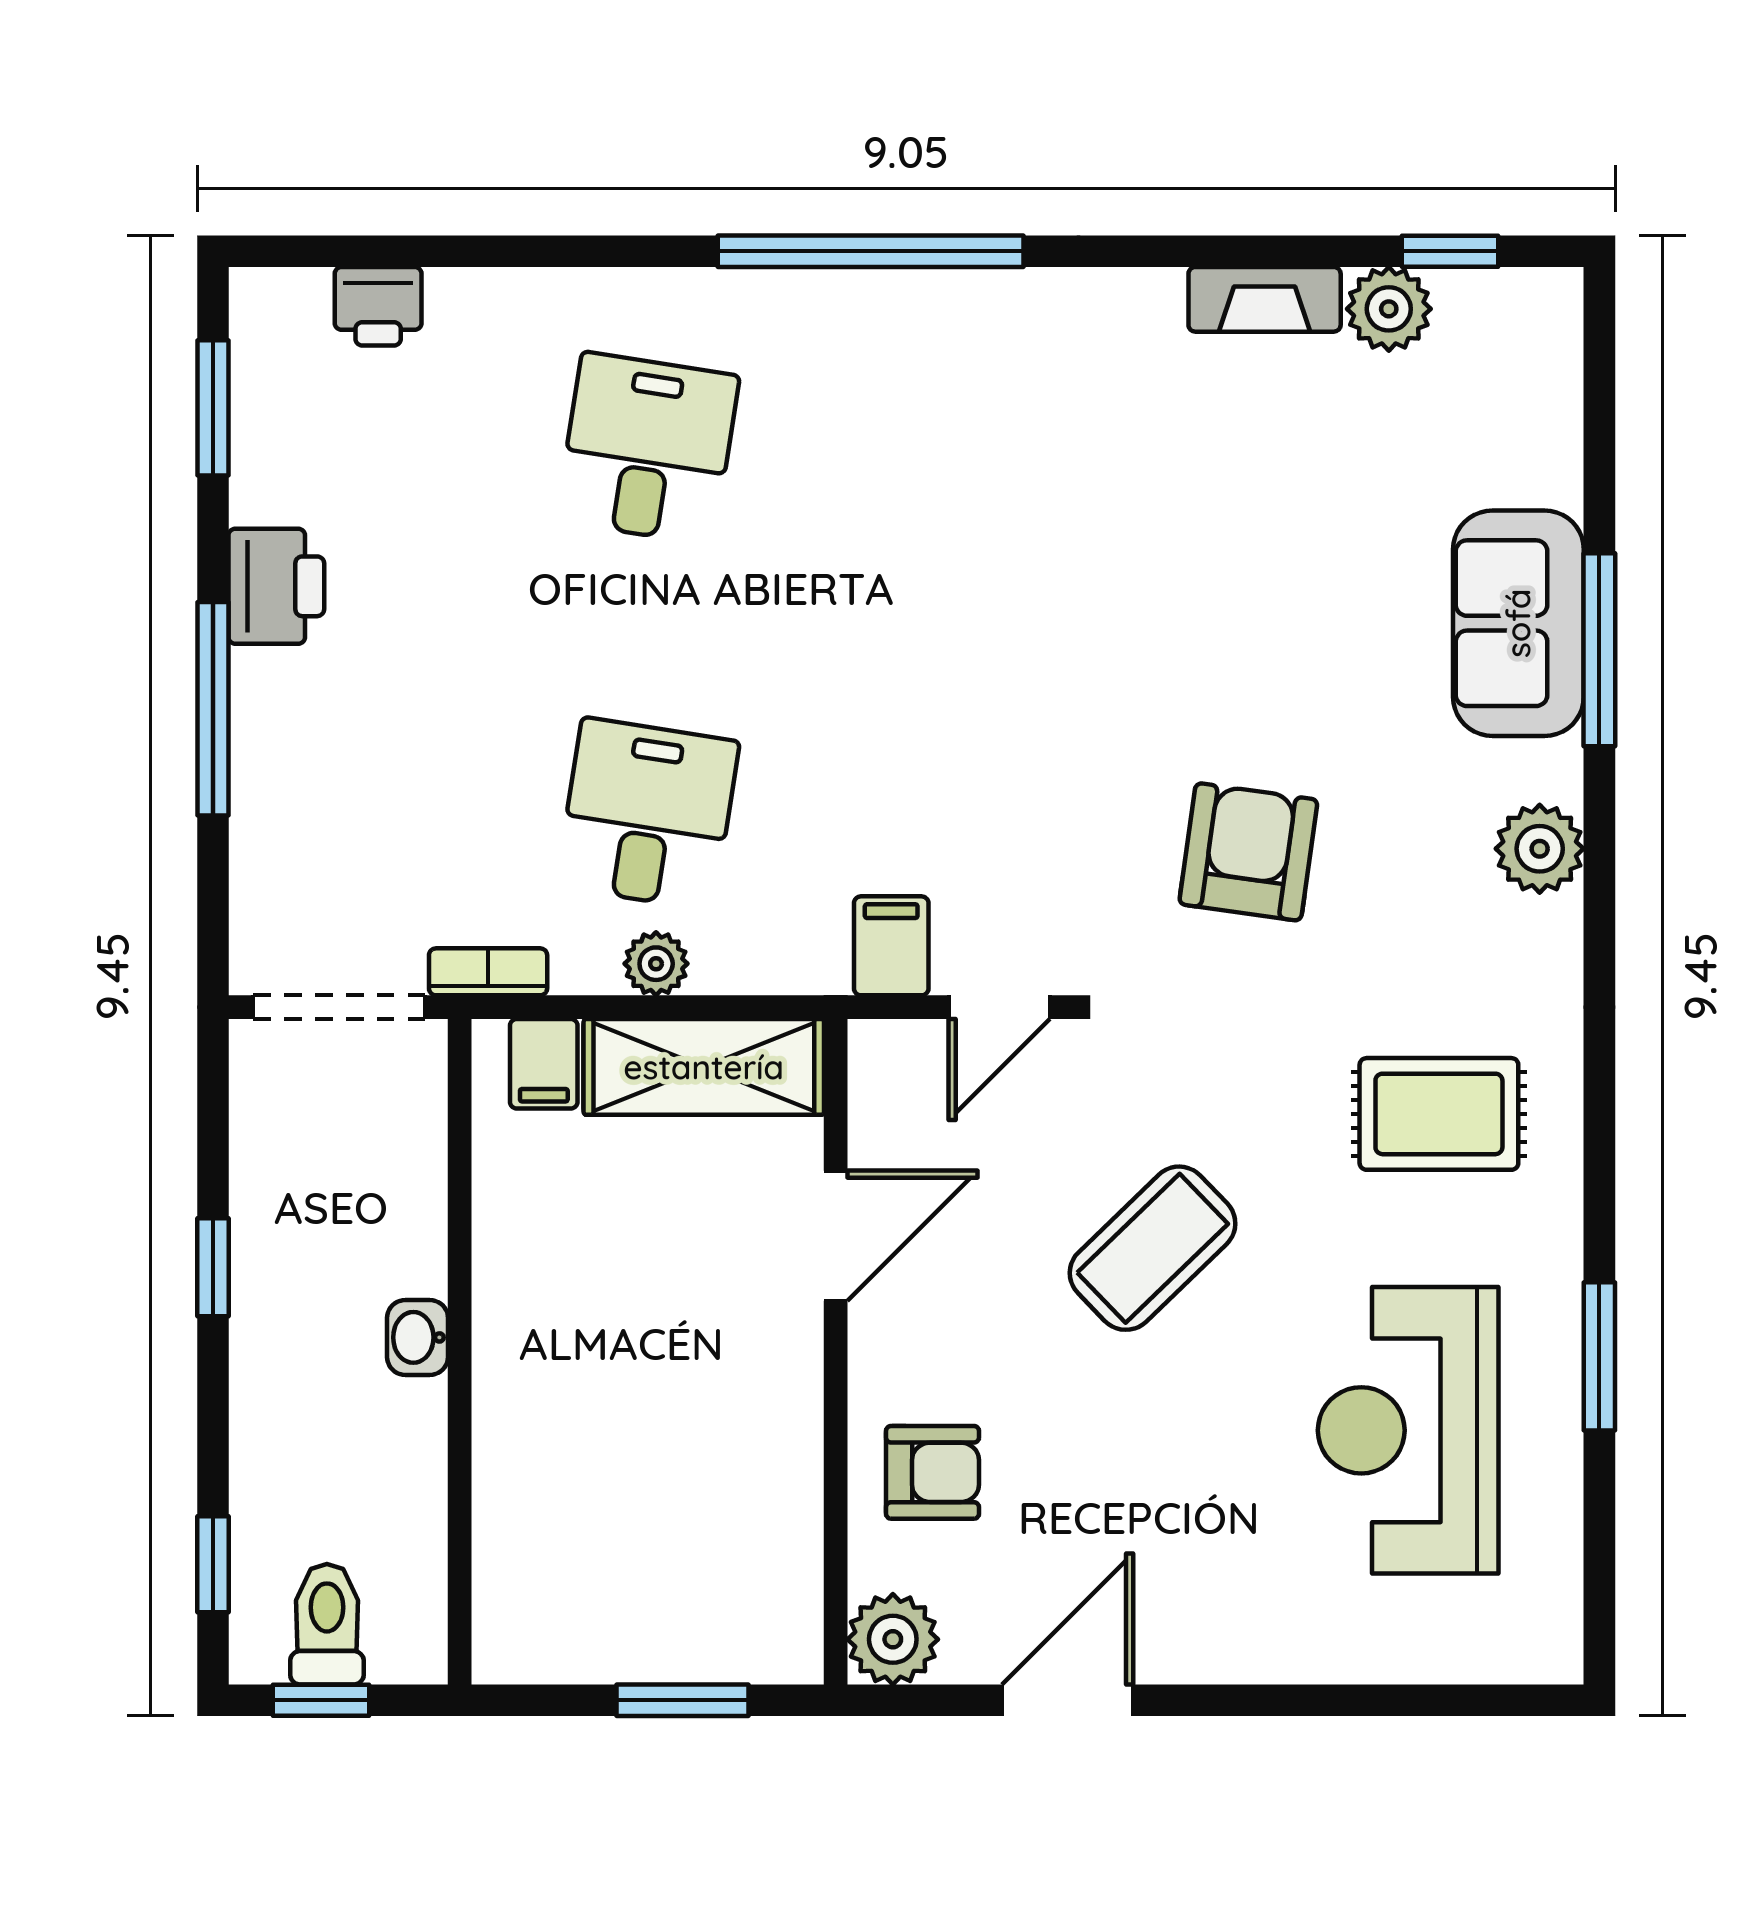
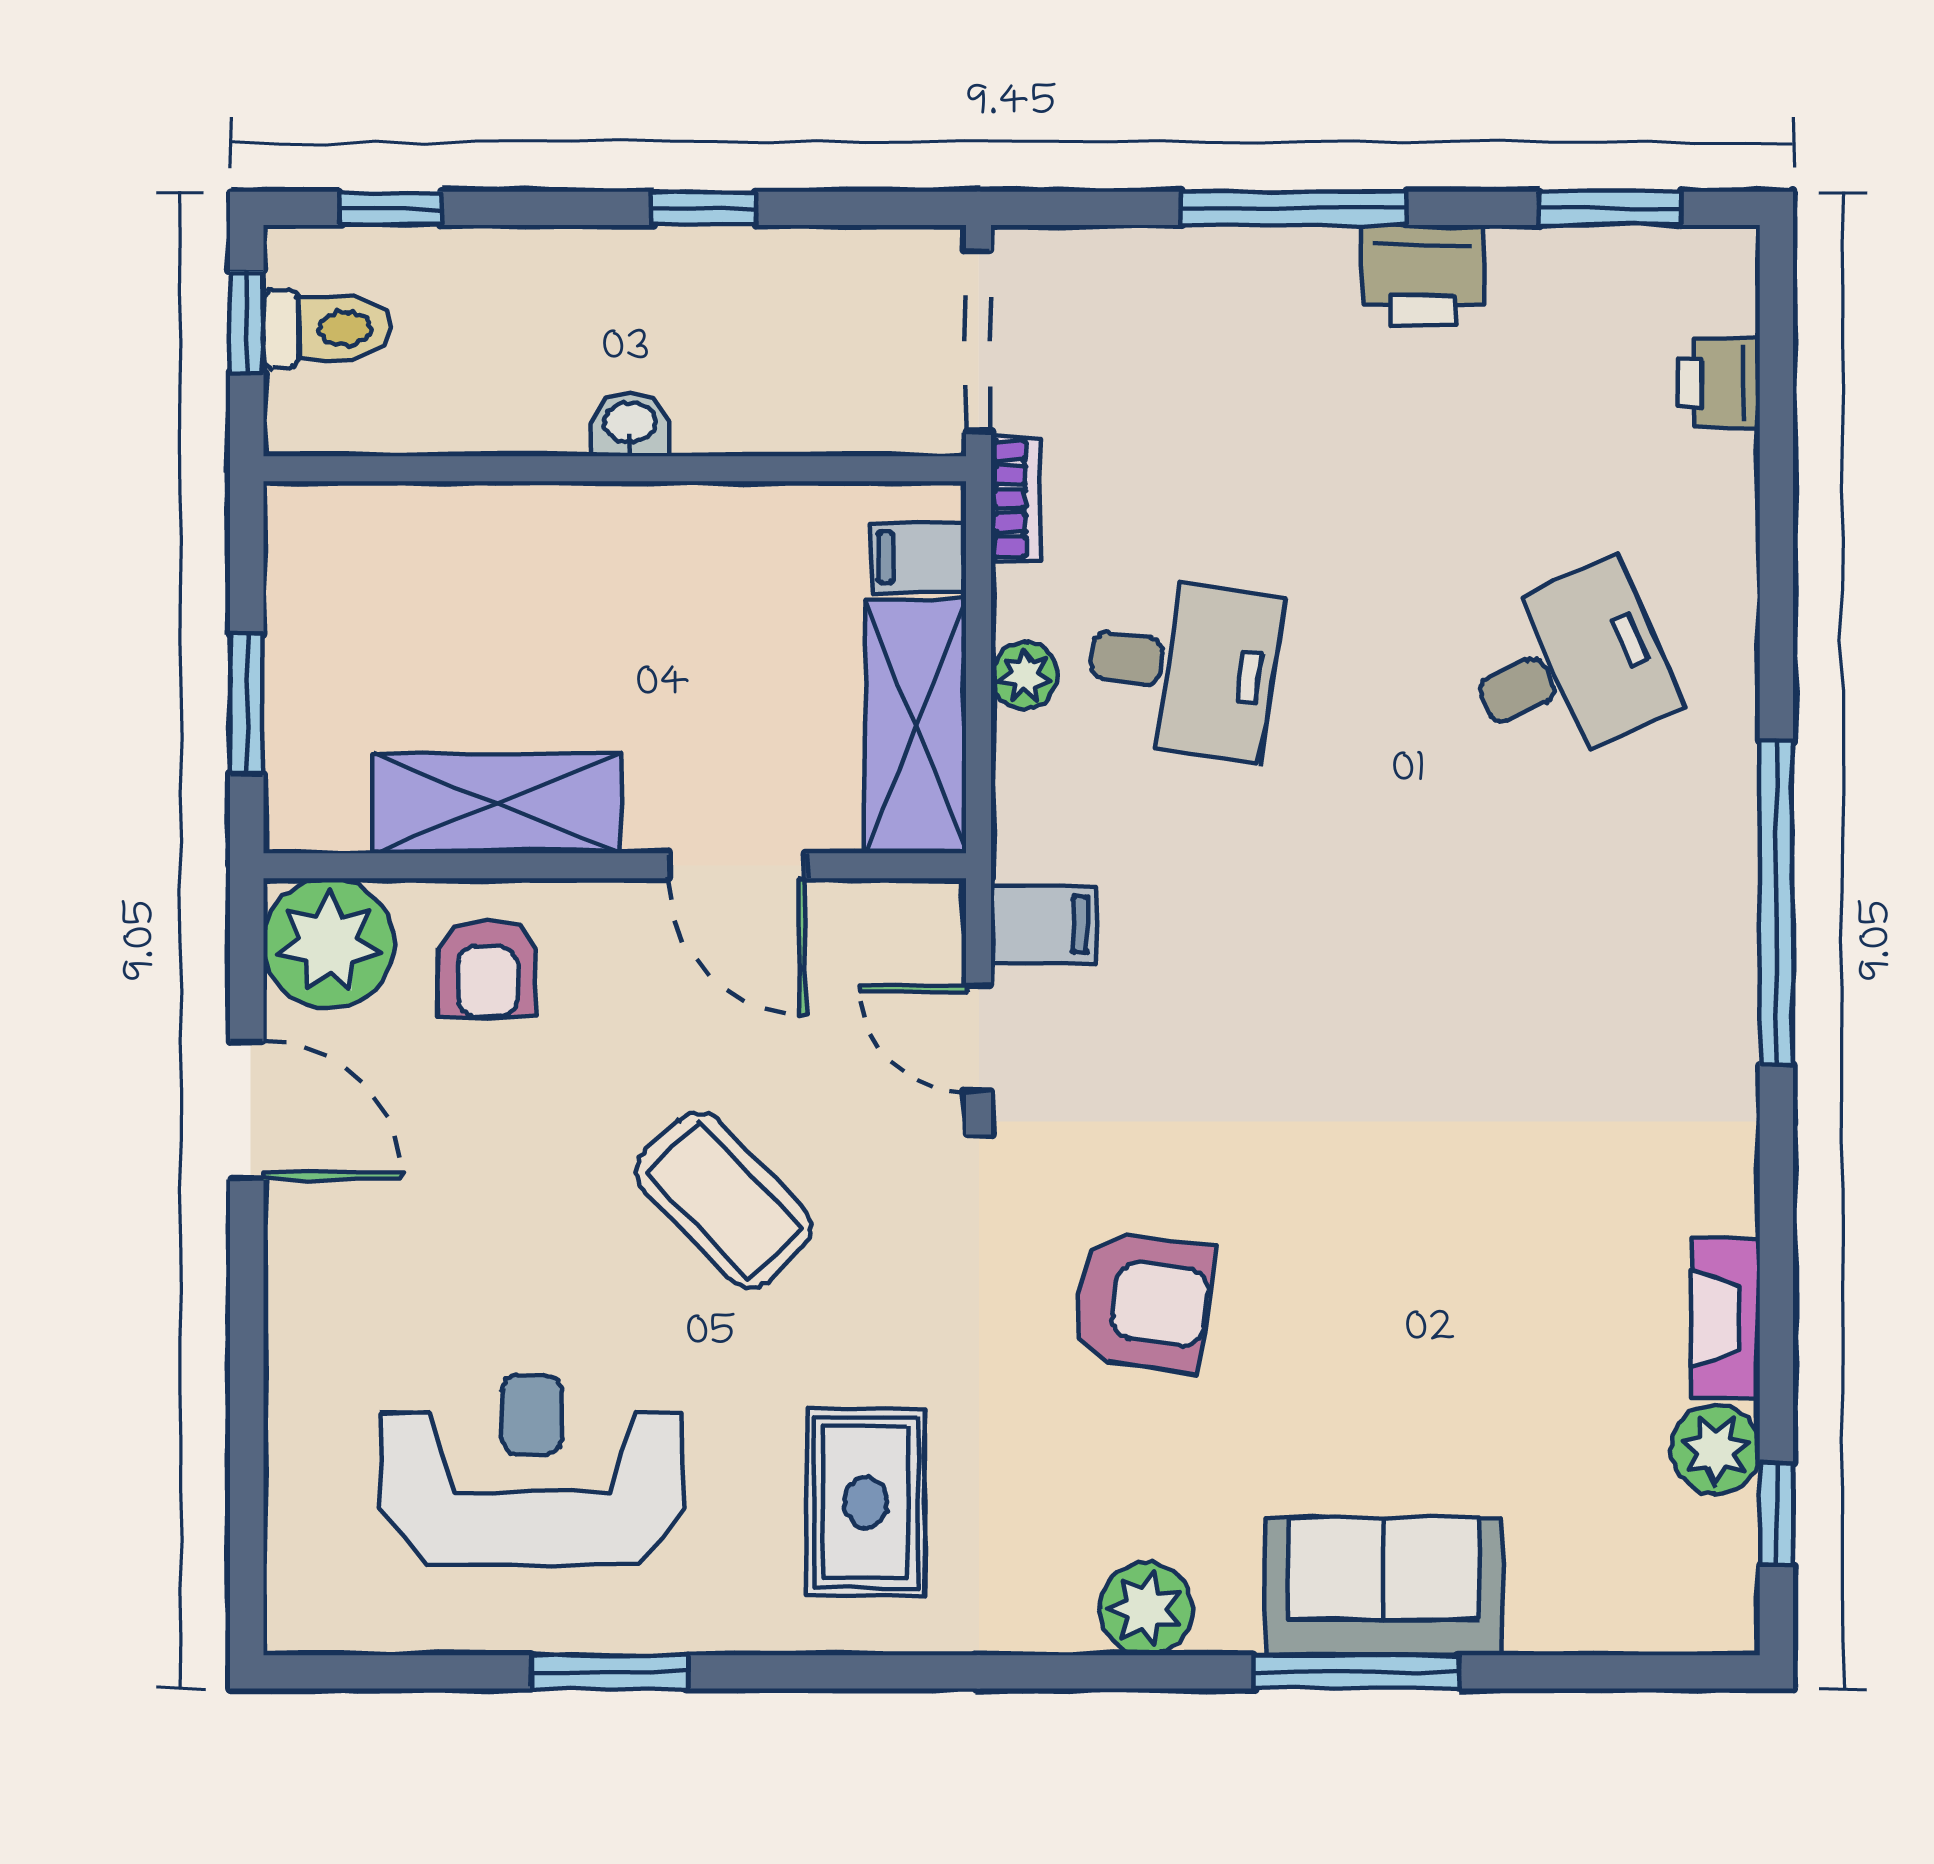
desk: (648, 448) -> (1568, 667), turned -33
shelving: (777, 1463) -> (497, 804), added
plant: (893, 1639) -> (329, 943), width x1.36, depth x1.36

